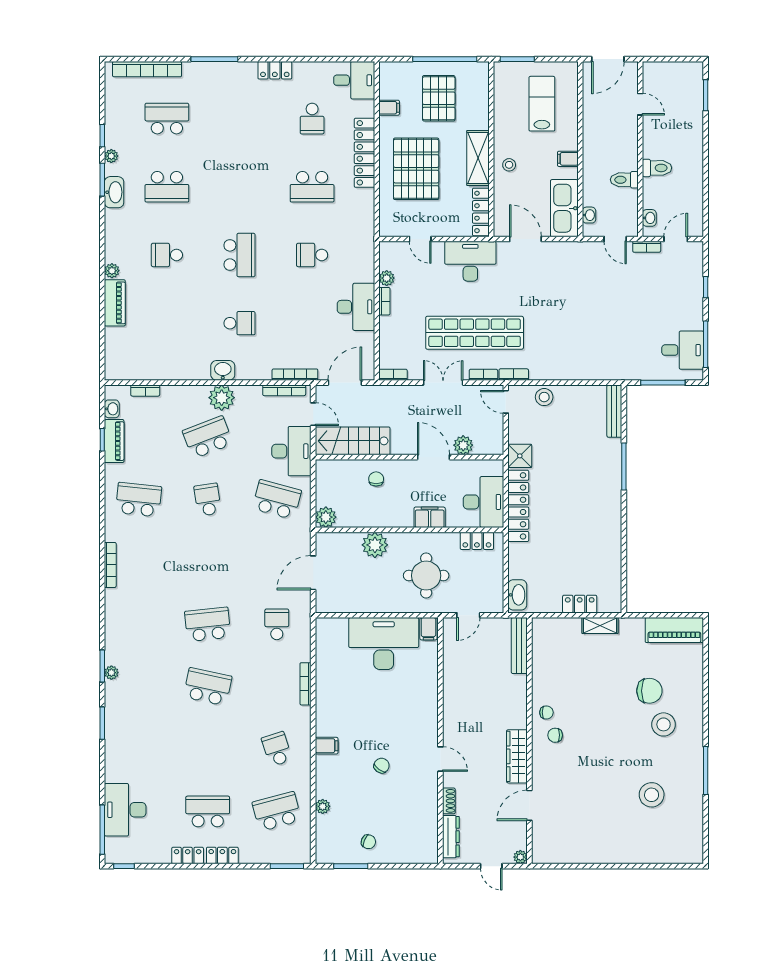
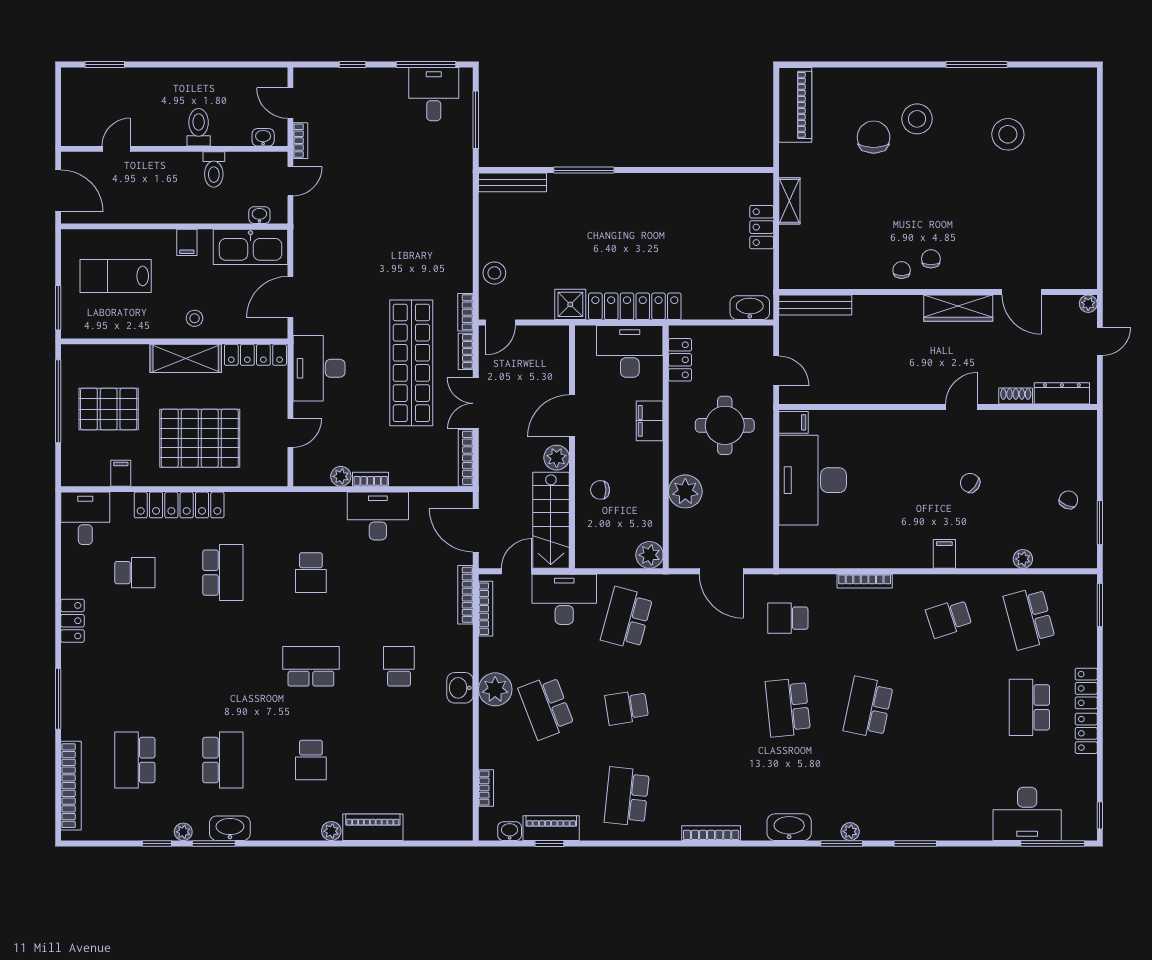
bookcase: (393, 375) -> (466, 458), width x1.56
plant: (463, 445) -> (557, 458), moved
washbasin: (115, 625) -> (789, 827), added
chair: (555, 735) -> (931, 259), turned 180

